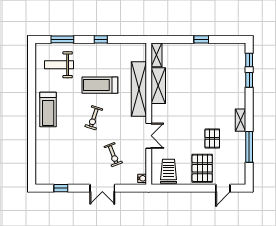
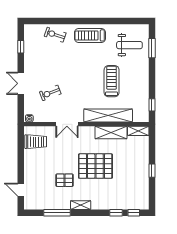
window: (101, 39) -> (152, 105), moved
weight bench: (59, 65) -> (129, 45), turned 90
exercise bike: (94, 118) -> (55, 35), moved
pallet: (202, 168) -> (95, 166), moved, width x1.37, depth x1.41

